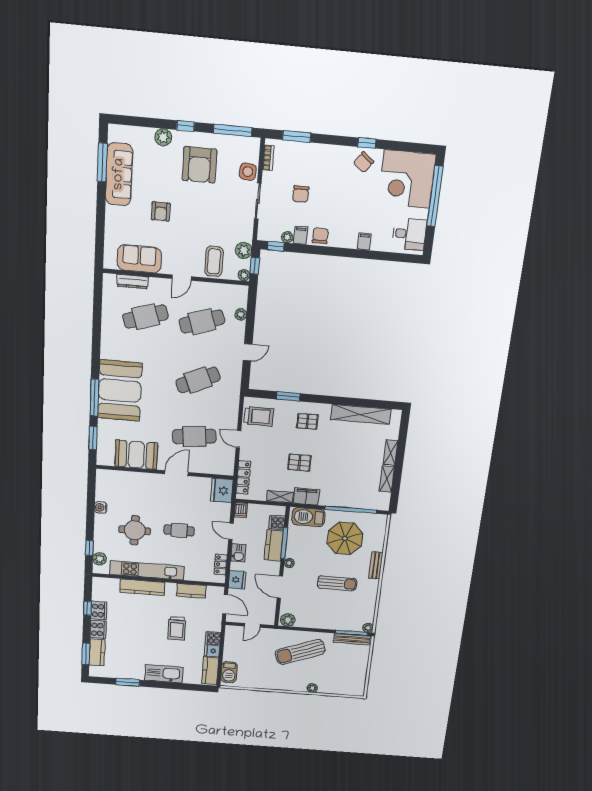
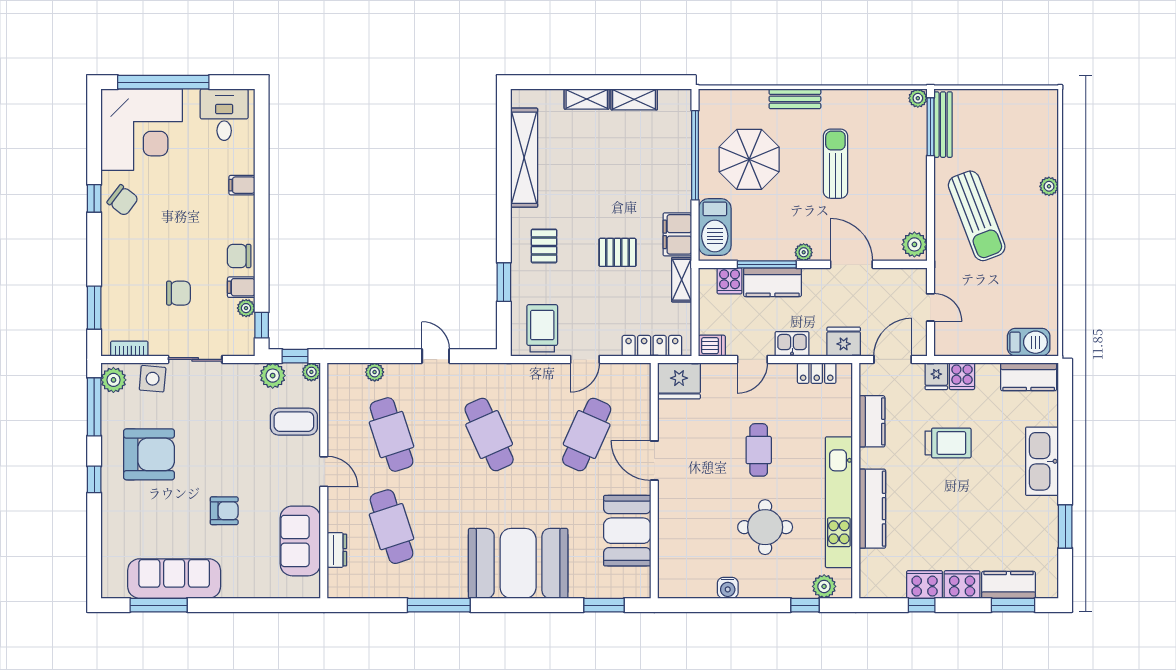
plant: (163, 137) -> (113, 380), moved
dresser: (133, 281) -> (337, 550), width x0.70
window: (94, 397) -> (439, 605), moved
cafe table: (194, 436) -> (587, 435), turned 30
pallet: (299, 463) -> (617, 252), turned 90
door: (280, 587) -> (851, 264), swing flipped
fridge: (212, 651) -> (936, 376), moved

